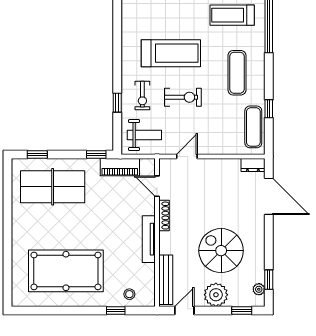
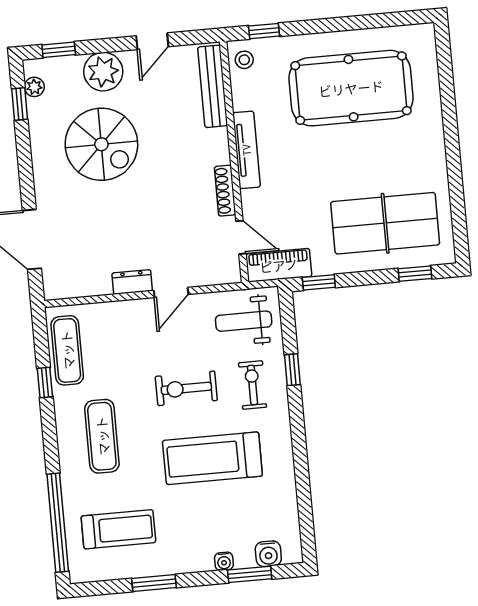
dresser: (253, 165) -> (132, 282), moved
door: (157, 186) -> (241, 237), moved
shoe rack: (164, 216) -> (225, 191), moved
wall: (157, 232) -> (234, 162), moved
tv unit: (149, 239) -> (246, 150), moved
bench: (166, 280) -> (213, 86), moved

